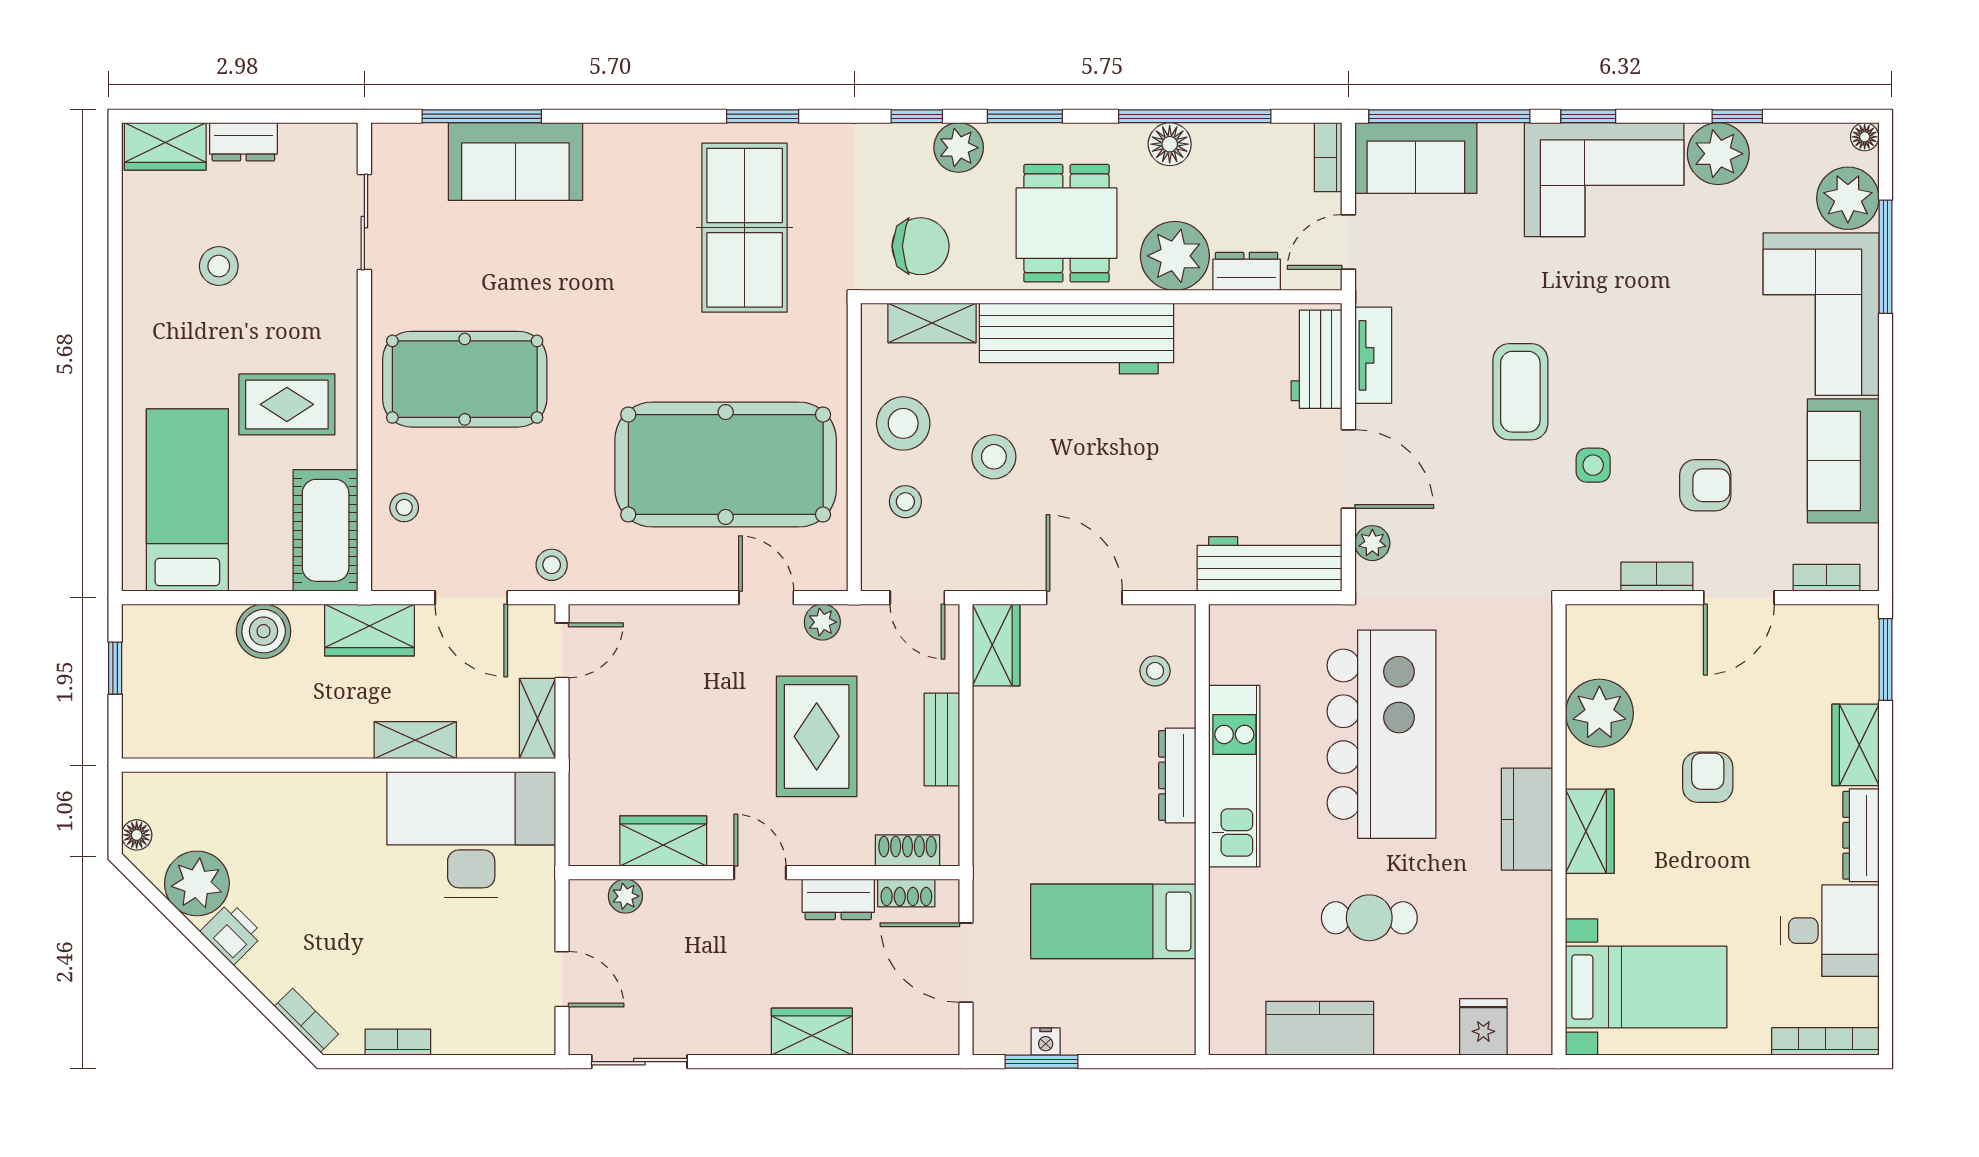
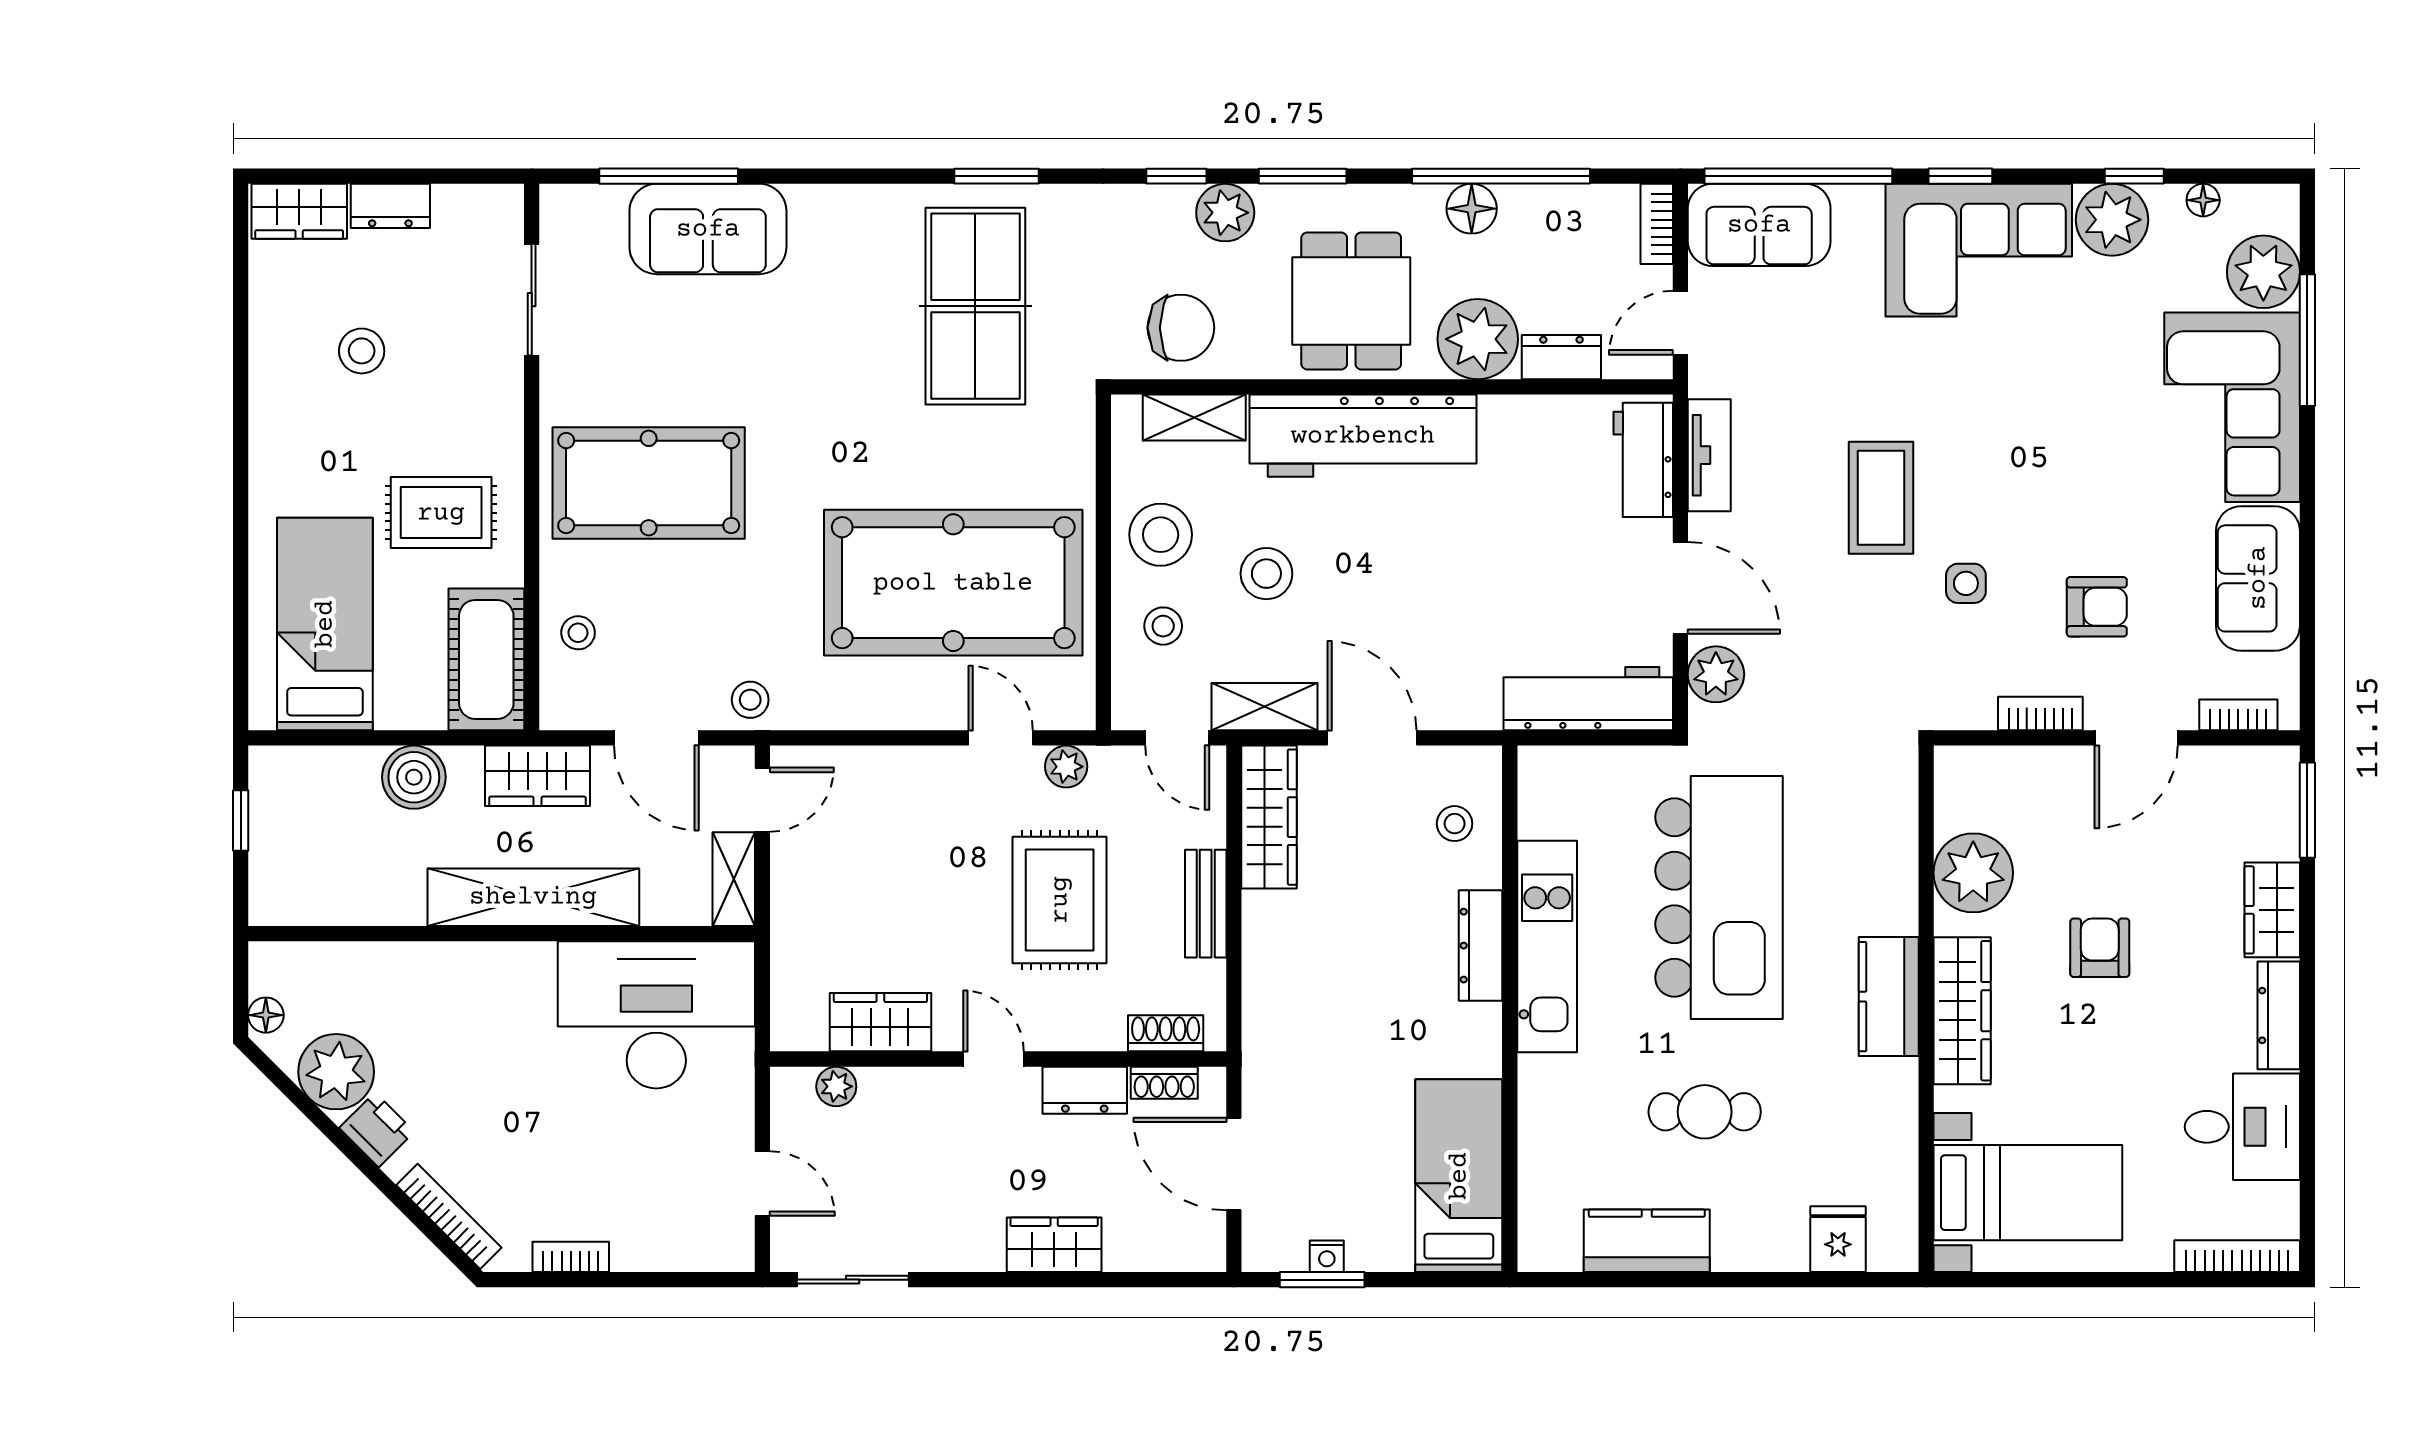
floor lamp: (1865, 137) -> (2203, 200), moved
plant: (1372, 543) -> (1716, 674), width x1.38, depth x1.38
shelving: (992, 571) -> (1265, 707), added
wardrobe: (996, 645) -> (1269, 817), width x1.50
shelving: (415, 740) -> (533, 897), width x2.20, depth x1.33
wardrobe: (1590, 831) -> (1962, 1011), width x1.50
bed: (1113, 921) -> (1459, 1176), moved, turned 90
bookcase: (306, 1020) -> (449, 1216), width x1.56

